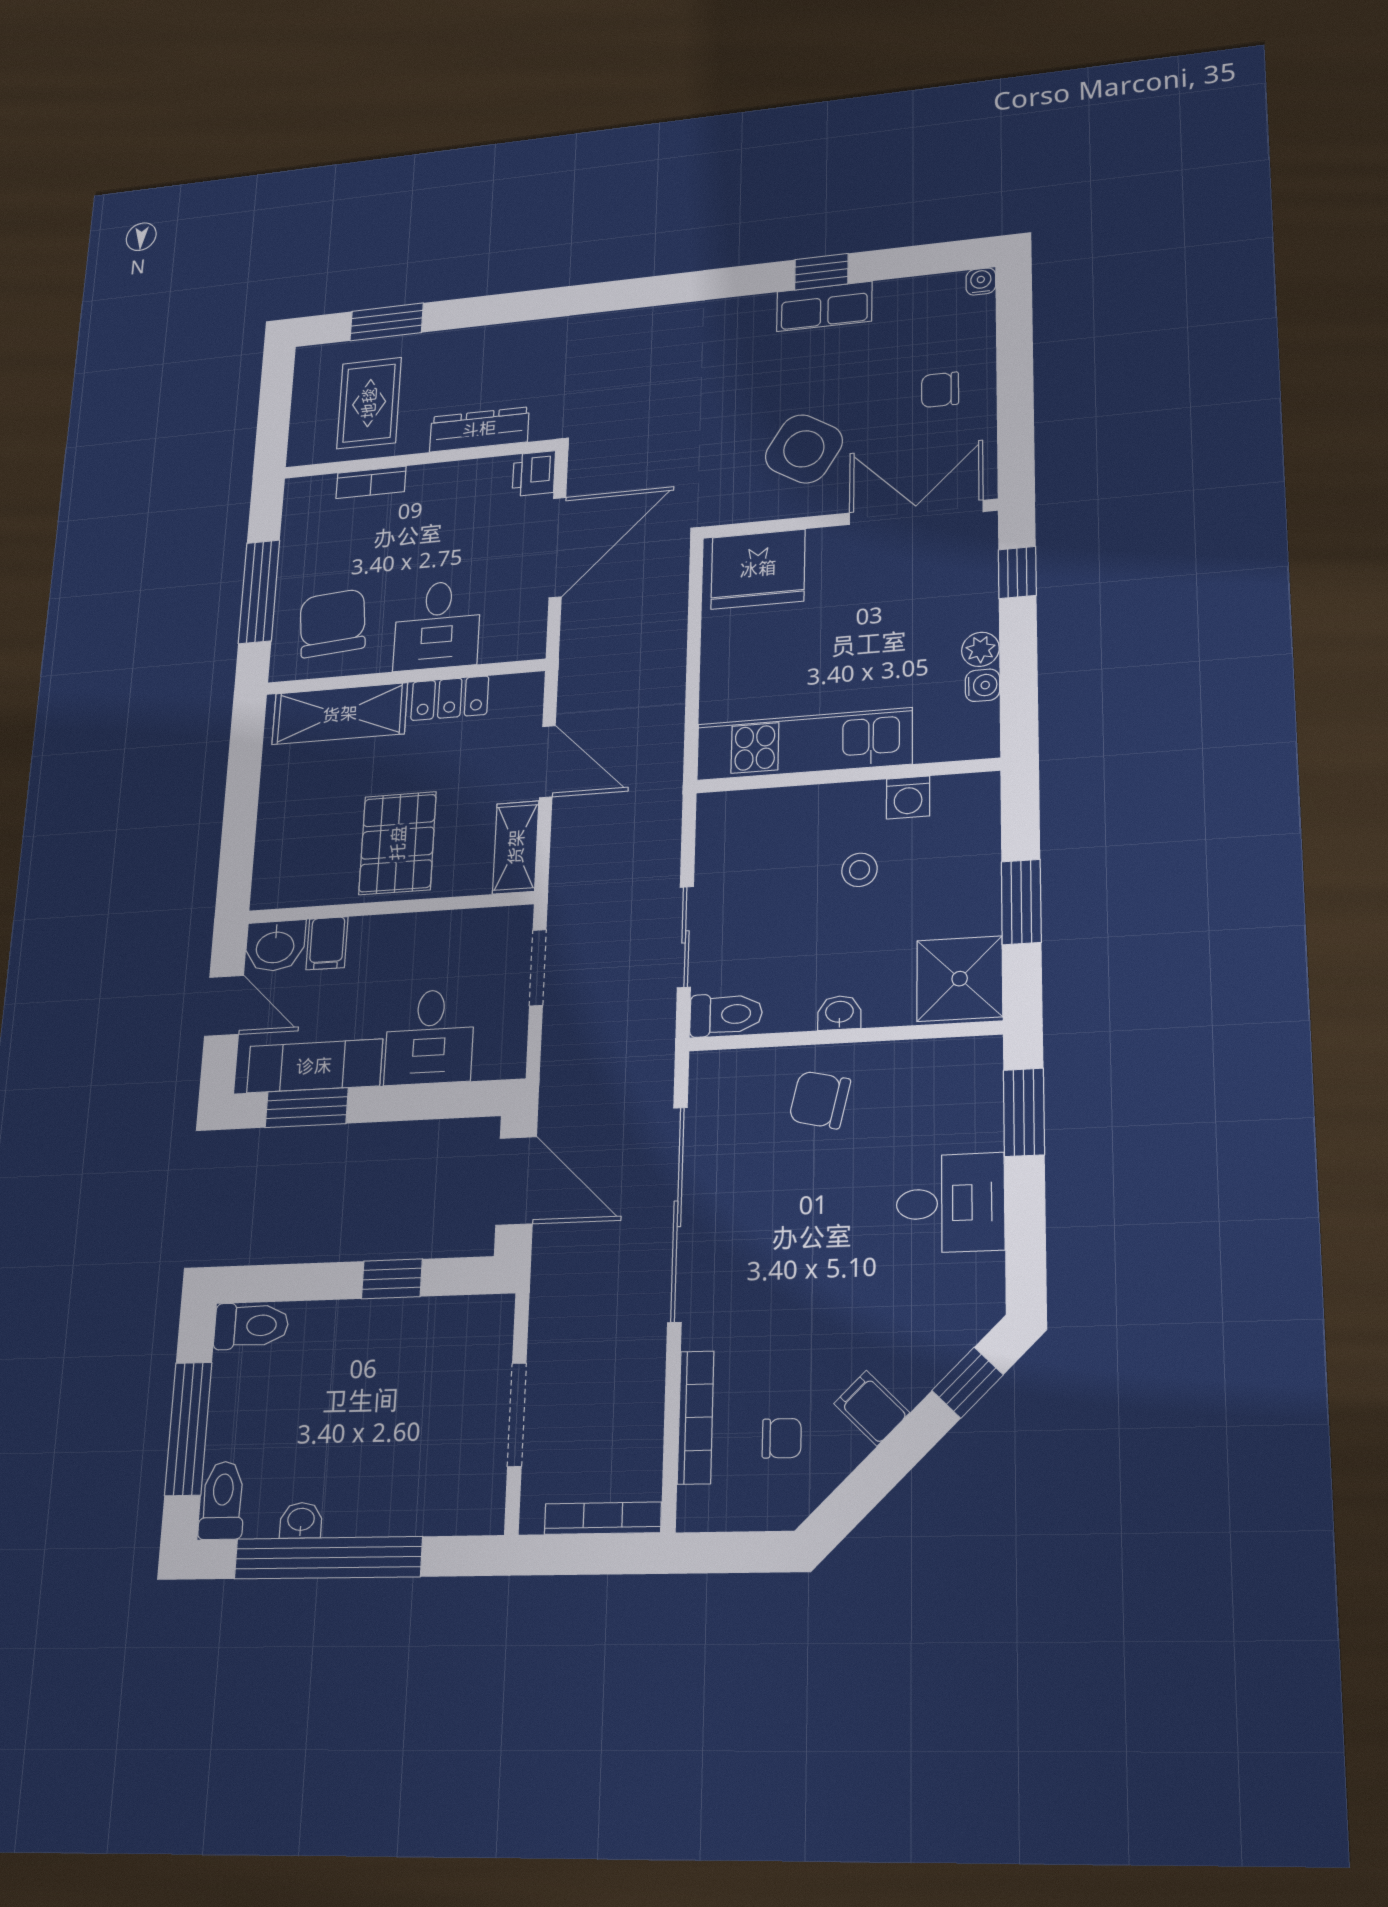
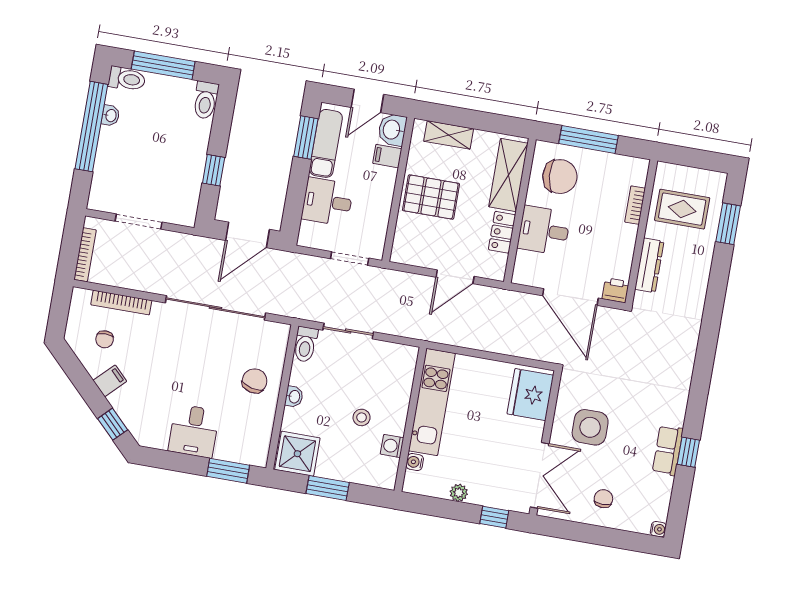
side table: (804, 449) -> (590, 427), turned -31
water cooler: (982, 685) -> (415, 462), moved, turned 90
shelving: (516, 847) -> (449, 135), moved

